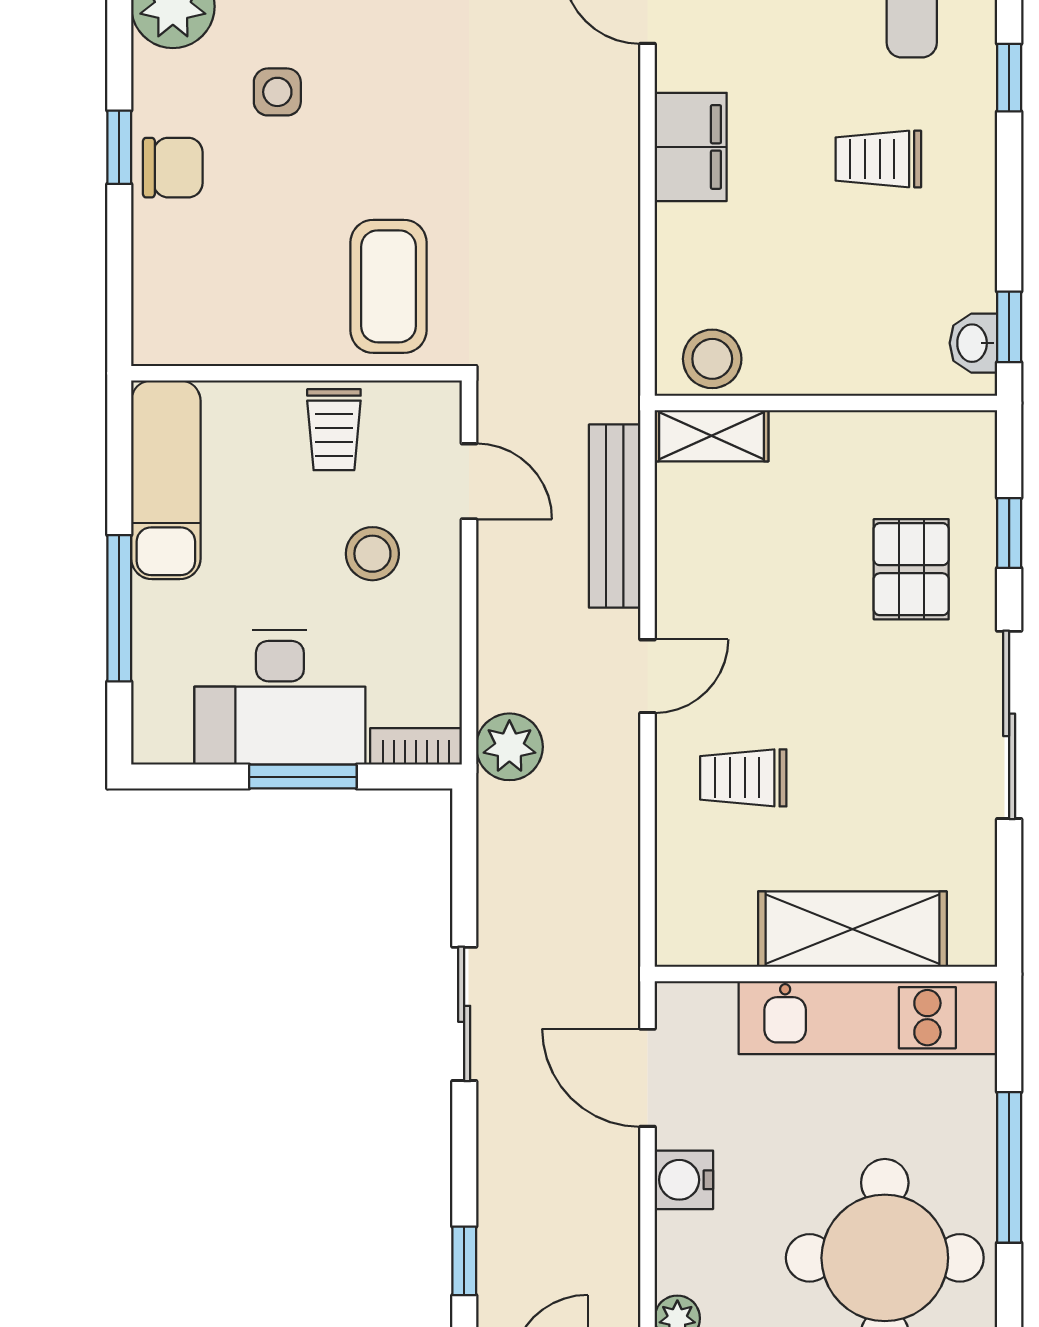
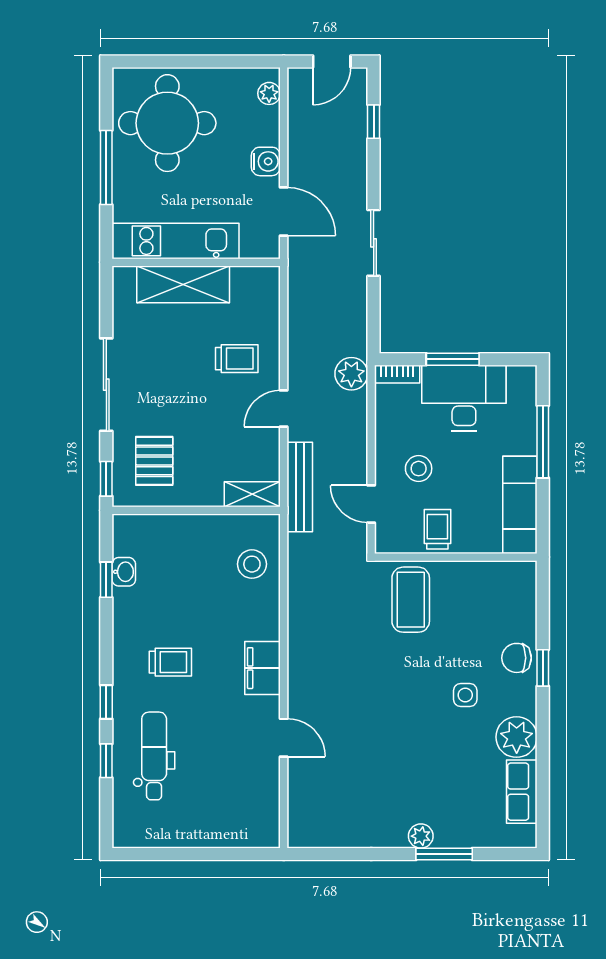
wall: (826, 403) -> (196, 510), moved
shelving: (711, 436) -> (252, 494), moved

